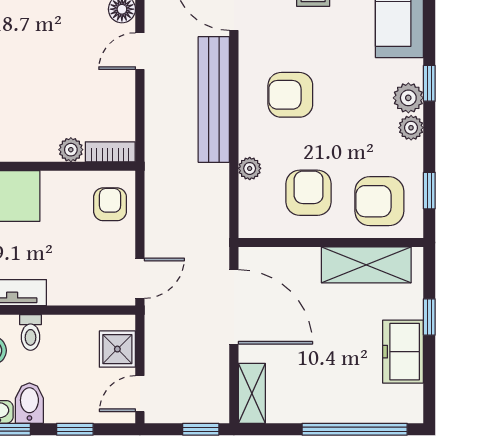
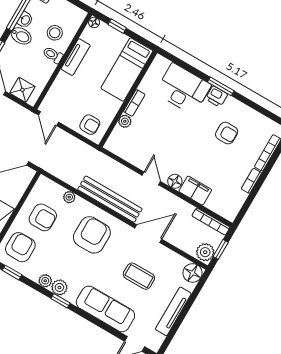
armchair: (290, 95) -> (92, 235), width x1.36, depth x1.36
bookcase: (110, 152) -> (134, 103), moved

